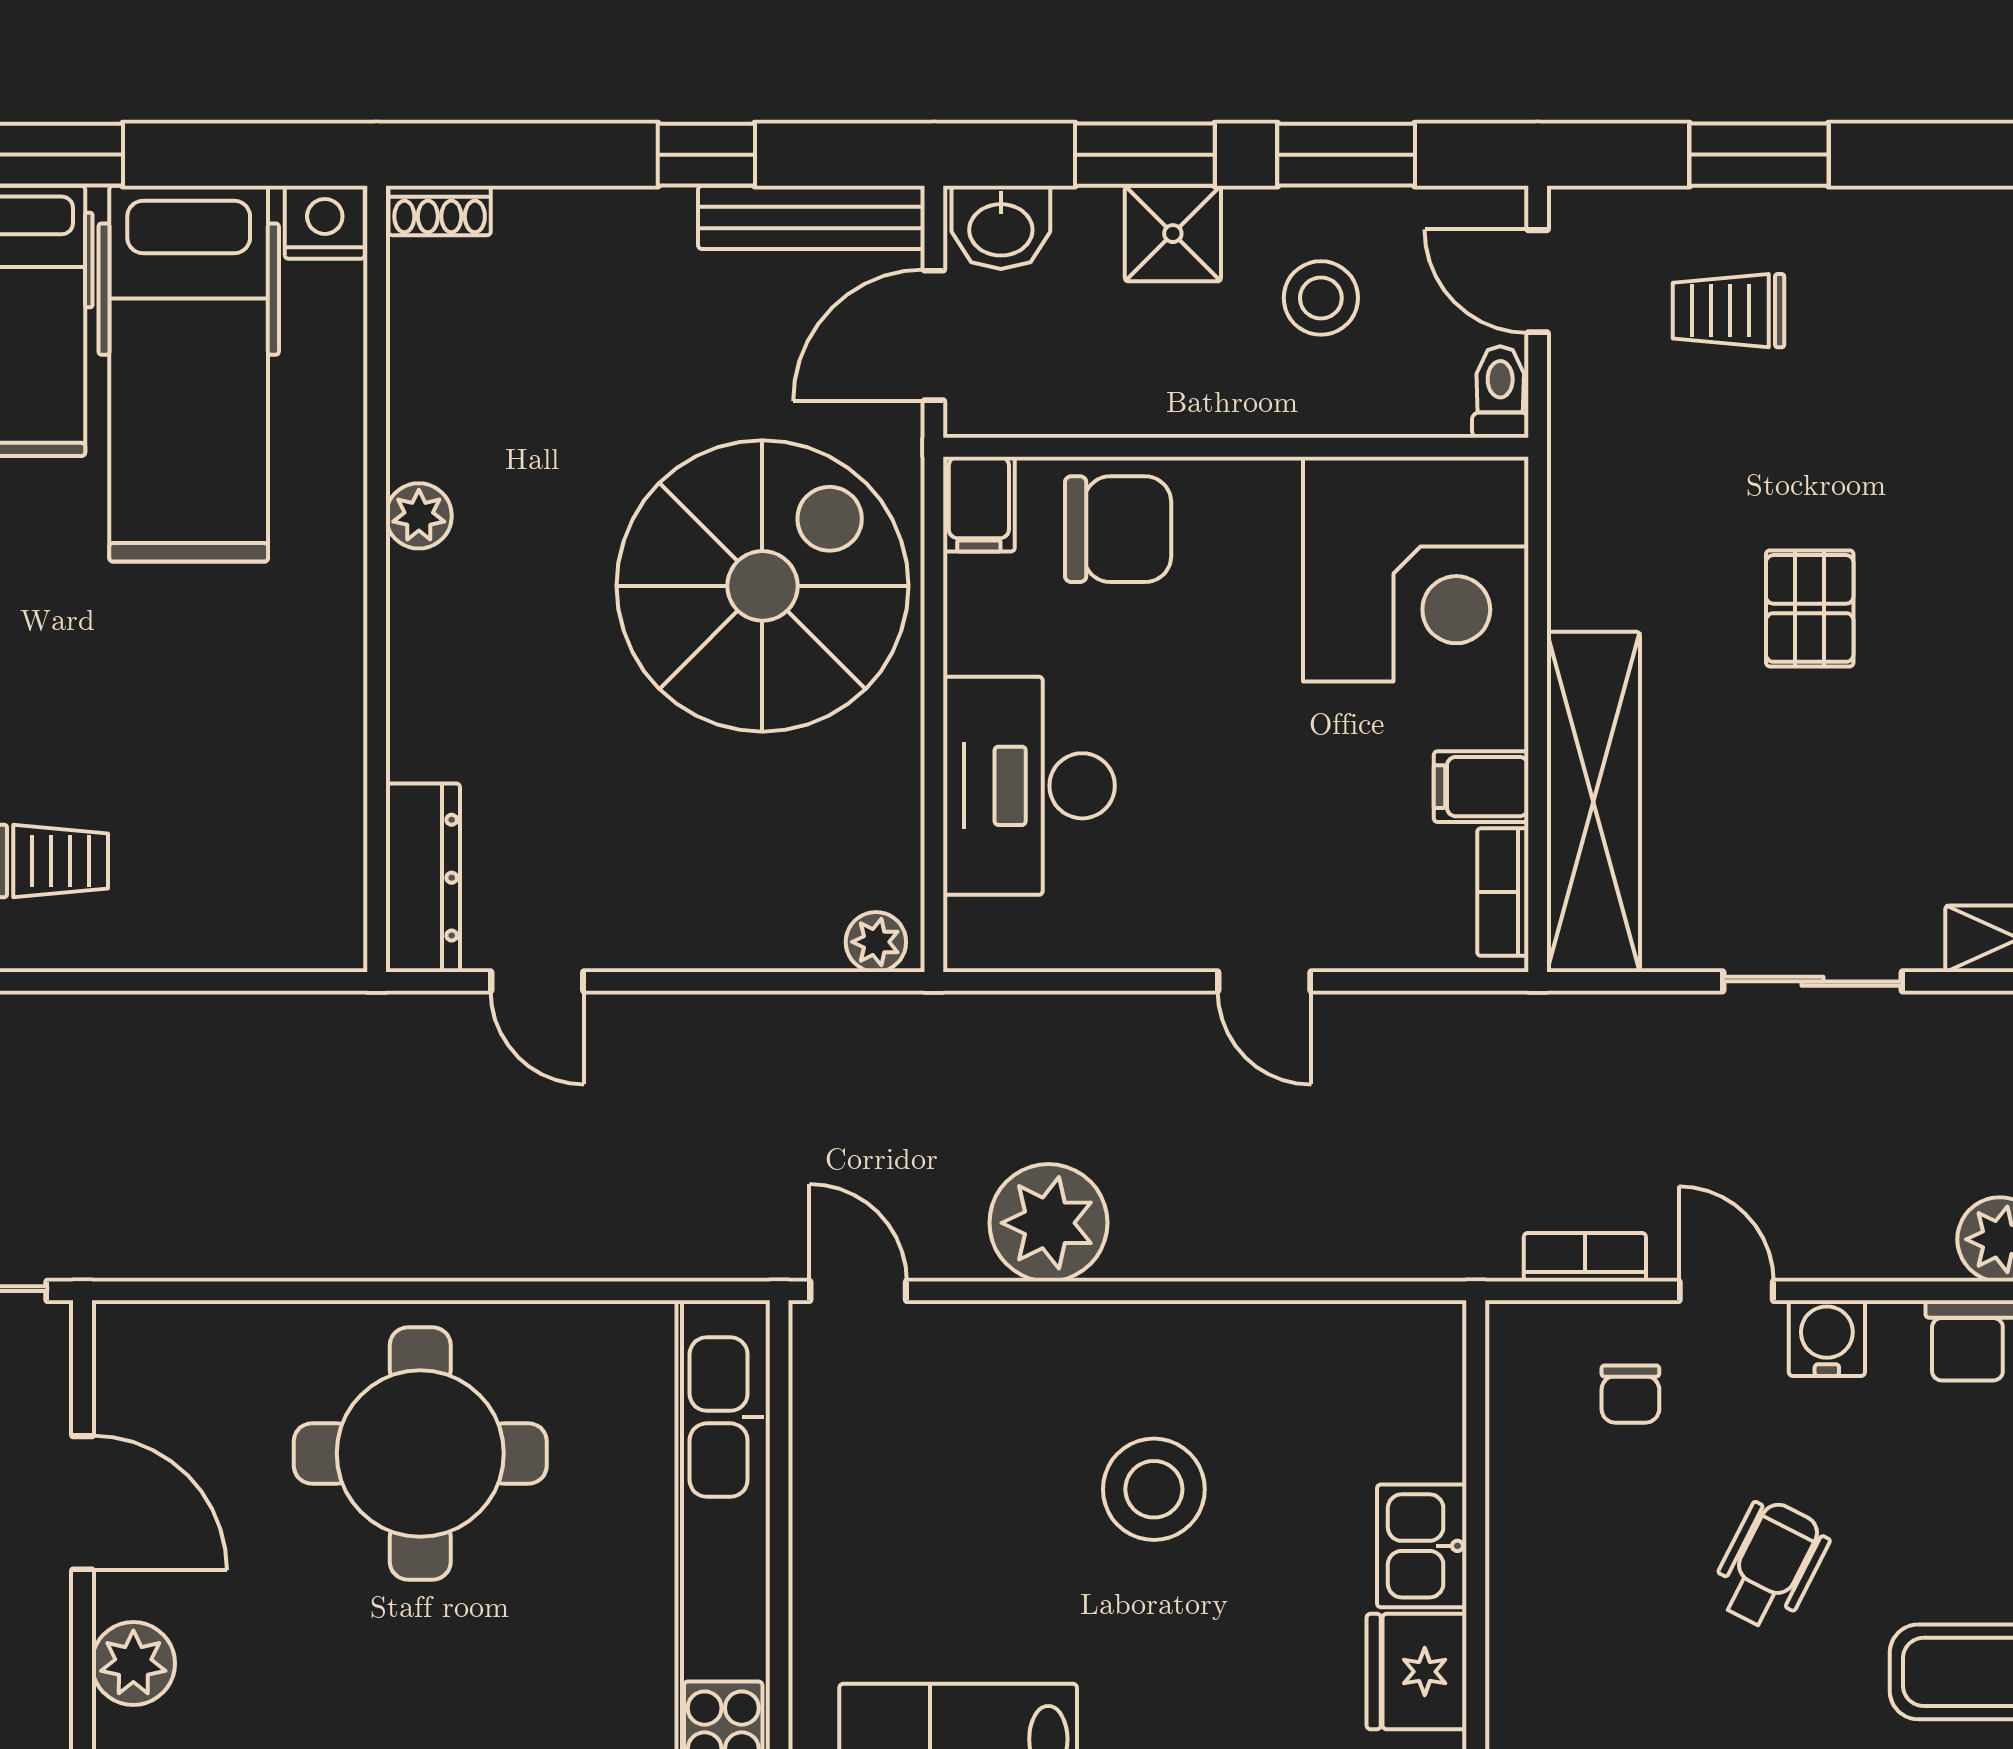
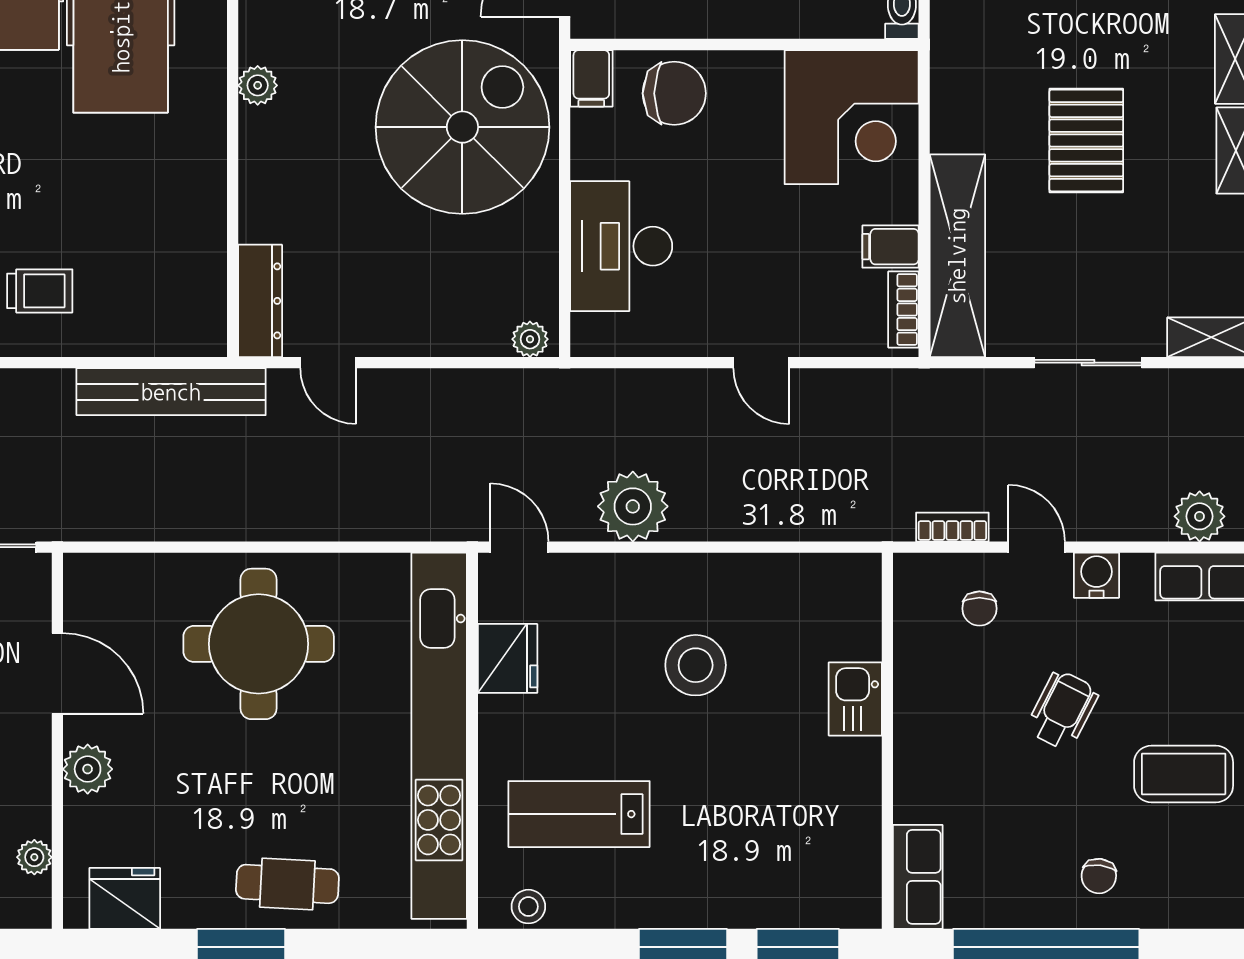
pallet: (1810, 608) -> (1086, 140), width x1.50, depth x1.42
bench: (273, 1030) -> (171, 392), added
fridge: (1417, 1672) -> (508, 658), moved, turned 180

